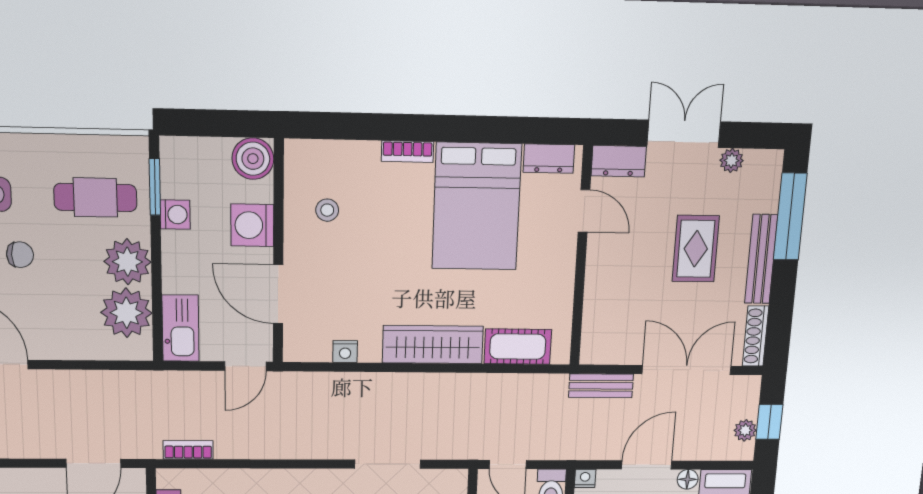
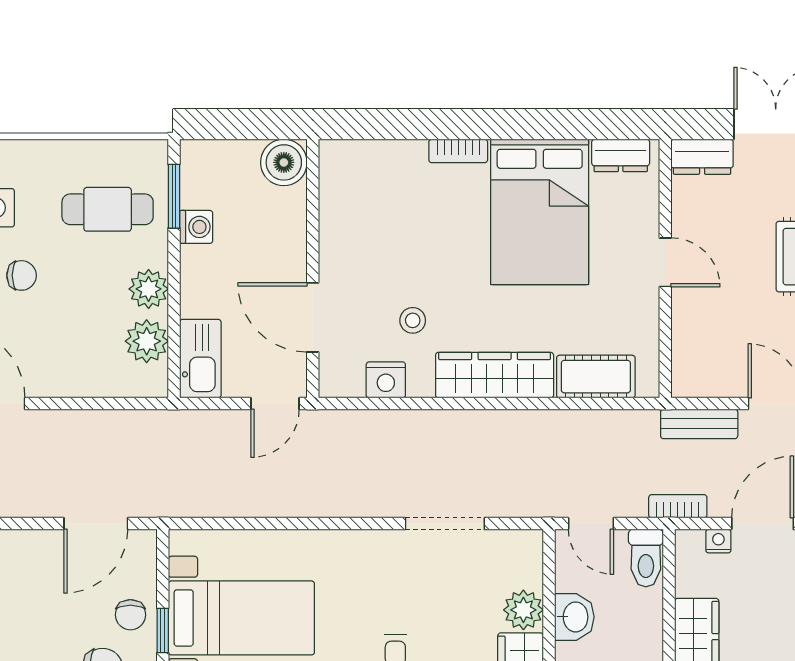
stool: (327, 210) -> (413, 320), moved
door: (584, 211) -> (665, 262), moved
washing machine: (252, 225) -> (283, 238), removed
plant: (127, 262) -> (149, 289), width x0.73, depth x0.73
plant: (126, 313) -> (147, 341), width x0.73, depth x0.73
nightstand: (345, 351) -> (386, 380), width x1.39, depth x1.35
bookcase: (188, 450) -> (678, 506), moved
nightstand: (585, 478) -> (718, 541), moved

